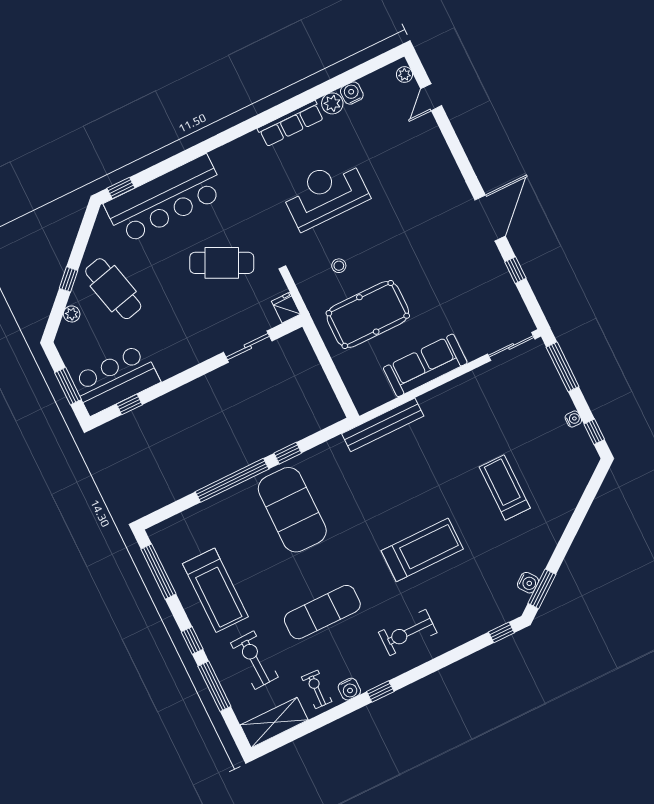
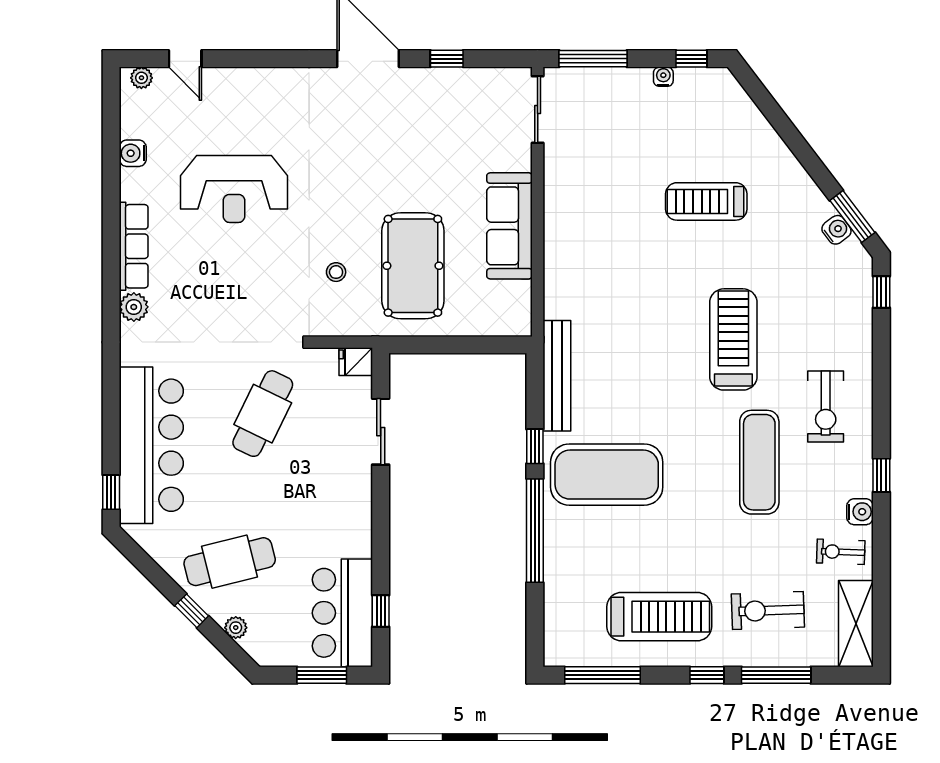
plant: (332, 103) -> (134, 307), moved
reception desk: (325, 194) -> (234, 189), moved, turned -90
bench: (383, 425) -> (557, 376), moved
exercise mat: (322, 612) -> (759, 462), moved

